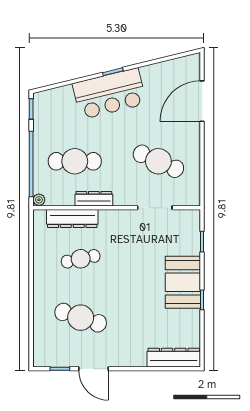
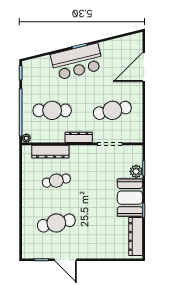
cafe table: (158, 161) -> (112, 110), turned -36
dresser: (94, 199) -> (79, 137), moved
plant: (191, 246) -> (136, 171), added
cafe table: (81, 318) -> (56, 223), turned -30
dresser: (174, 358) -> (136, 236), moved, turned -90

